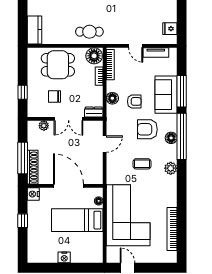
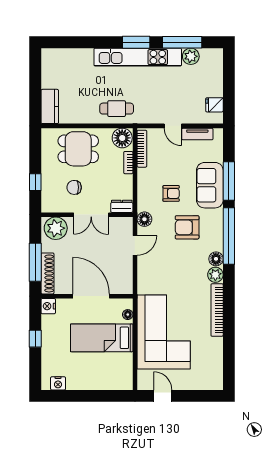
floor lamp: (112, 98) -> (144, 219), moved
plant: (44, 126) -> (56, 228), width x1.87, depth x1.87
floor lamp: (171, 138) -> (216, 259), moved
coffee table: (142, 164) -> (181, 269), removed
bookcase: (172, 229) -> (217, 310), moved
nightstand: (64, 257) -> (58, 383), moved

